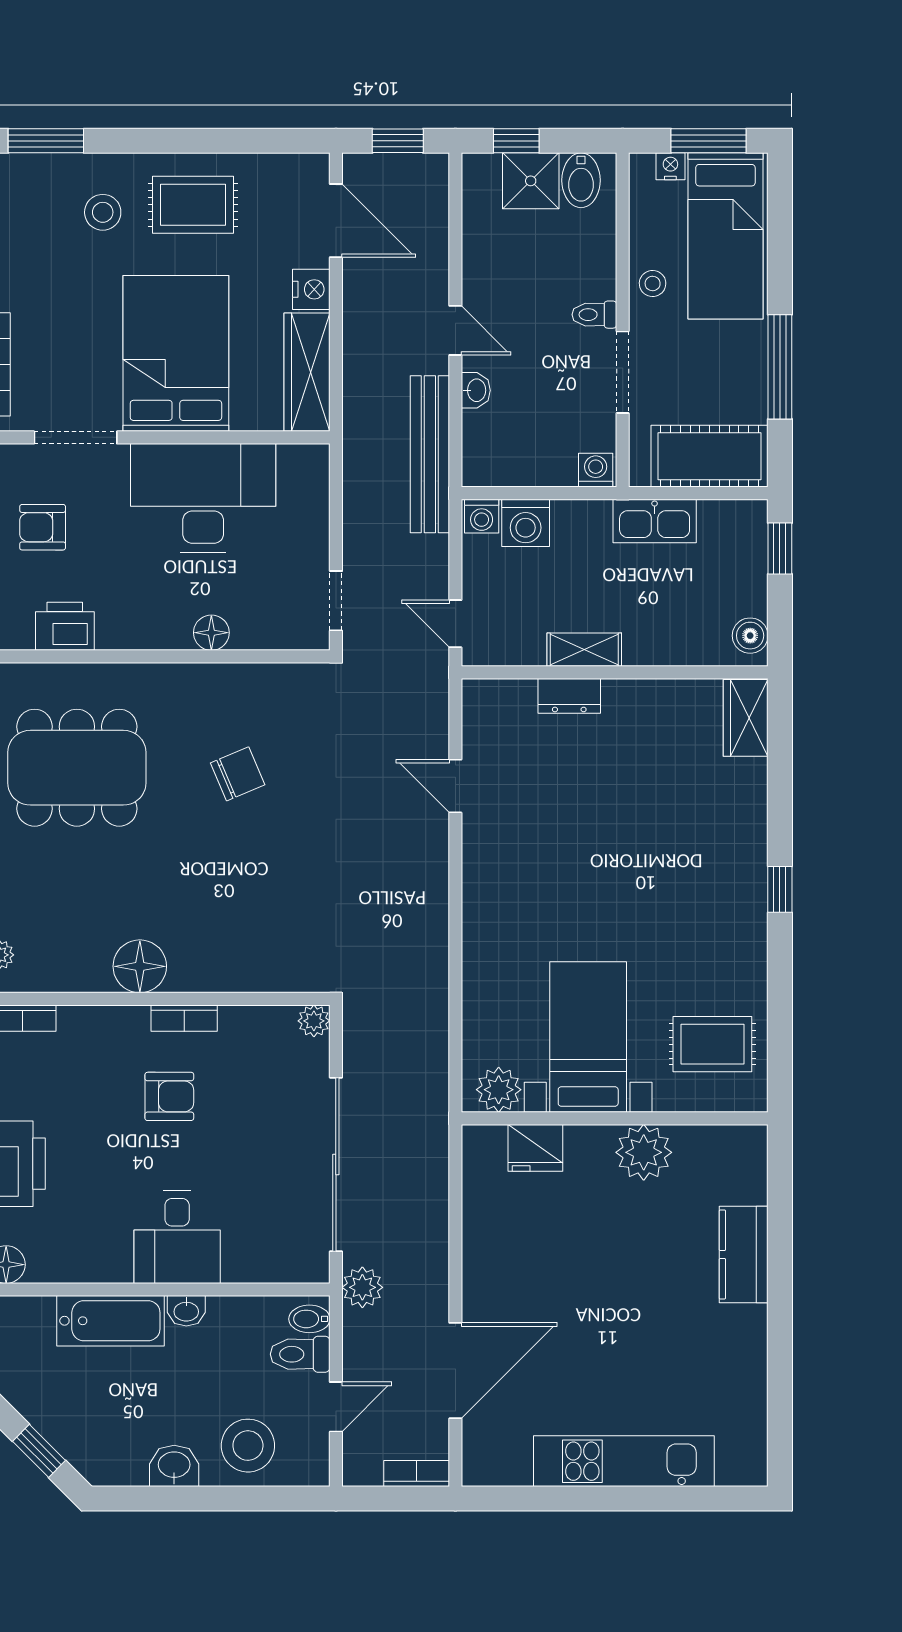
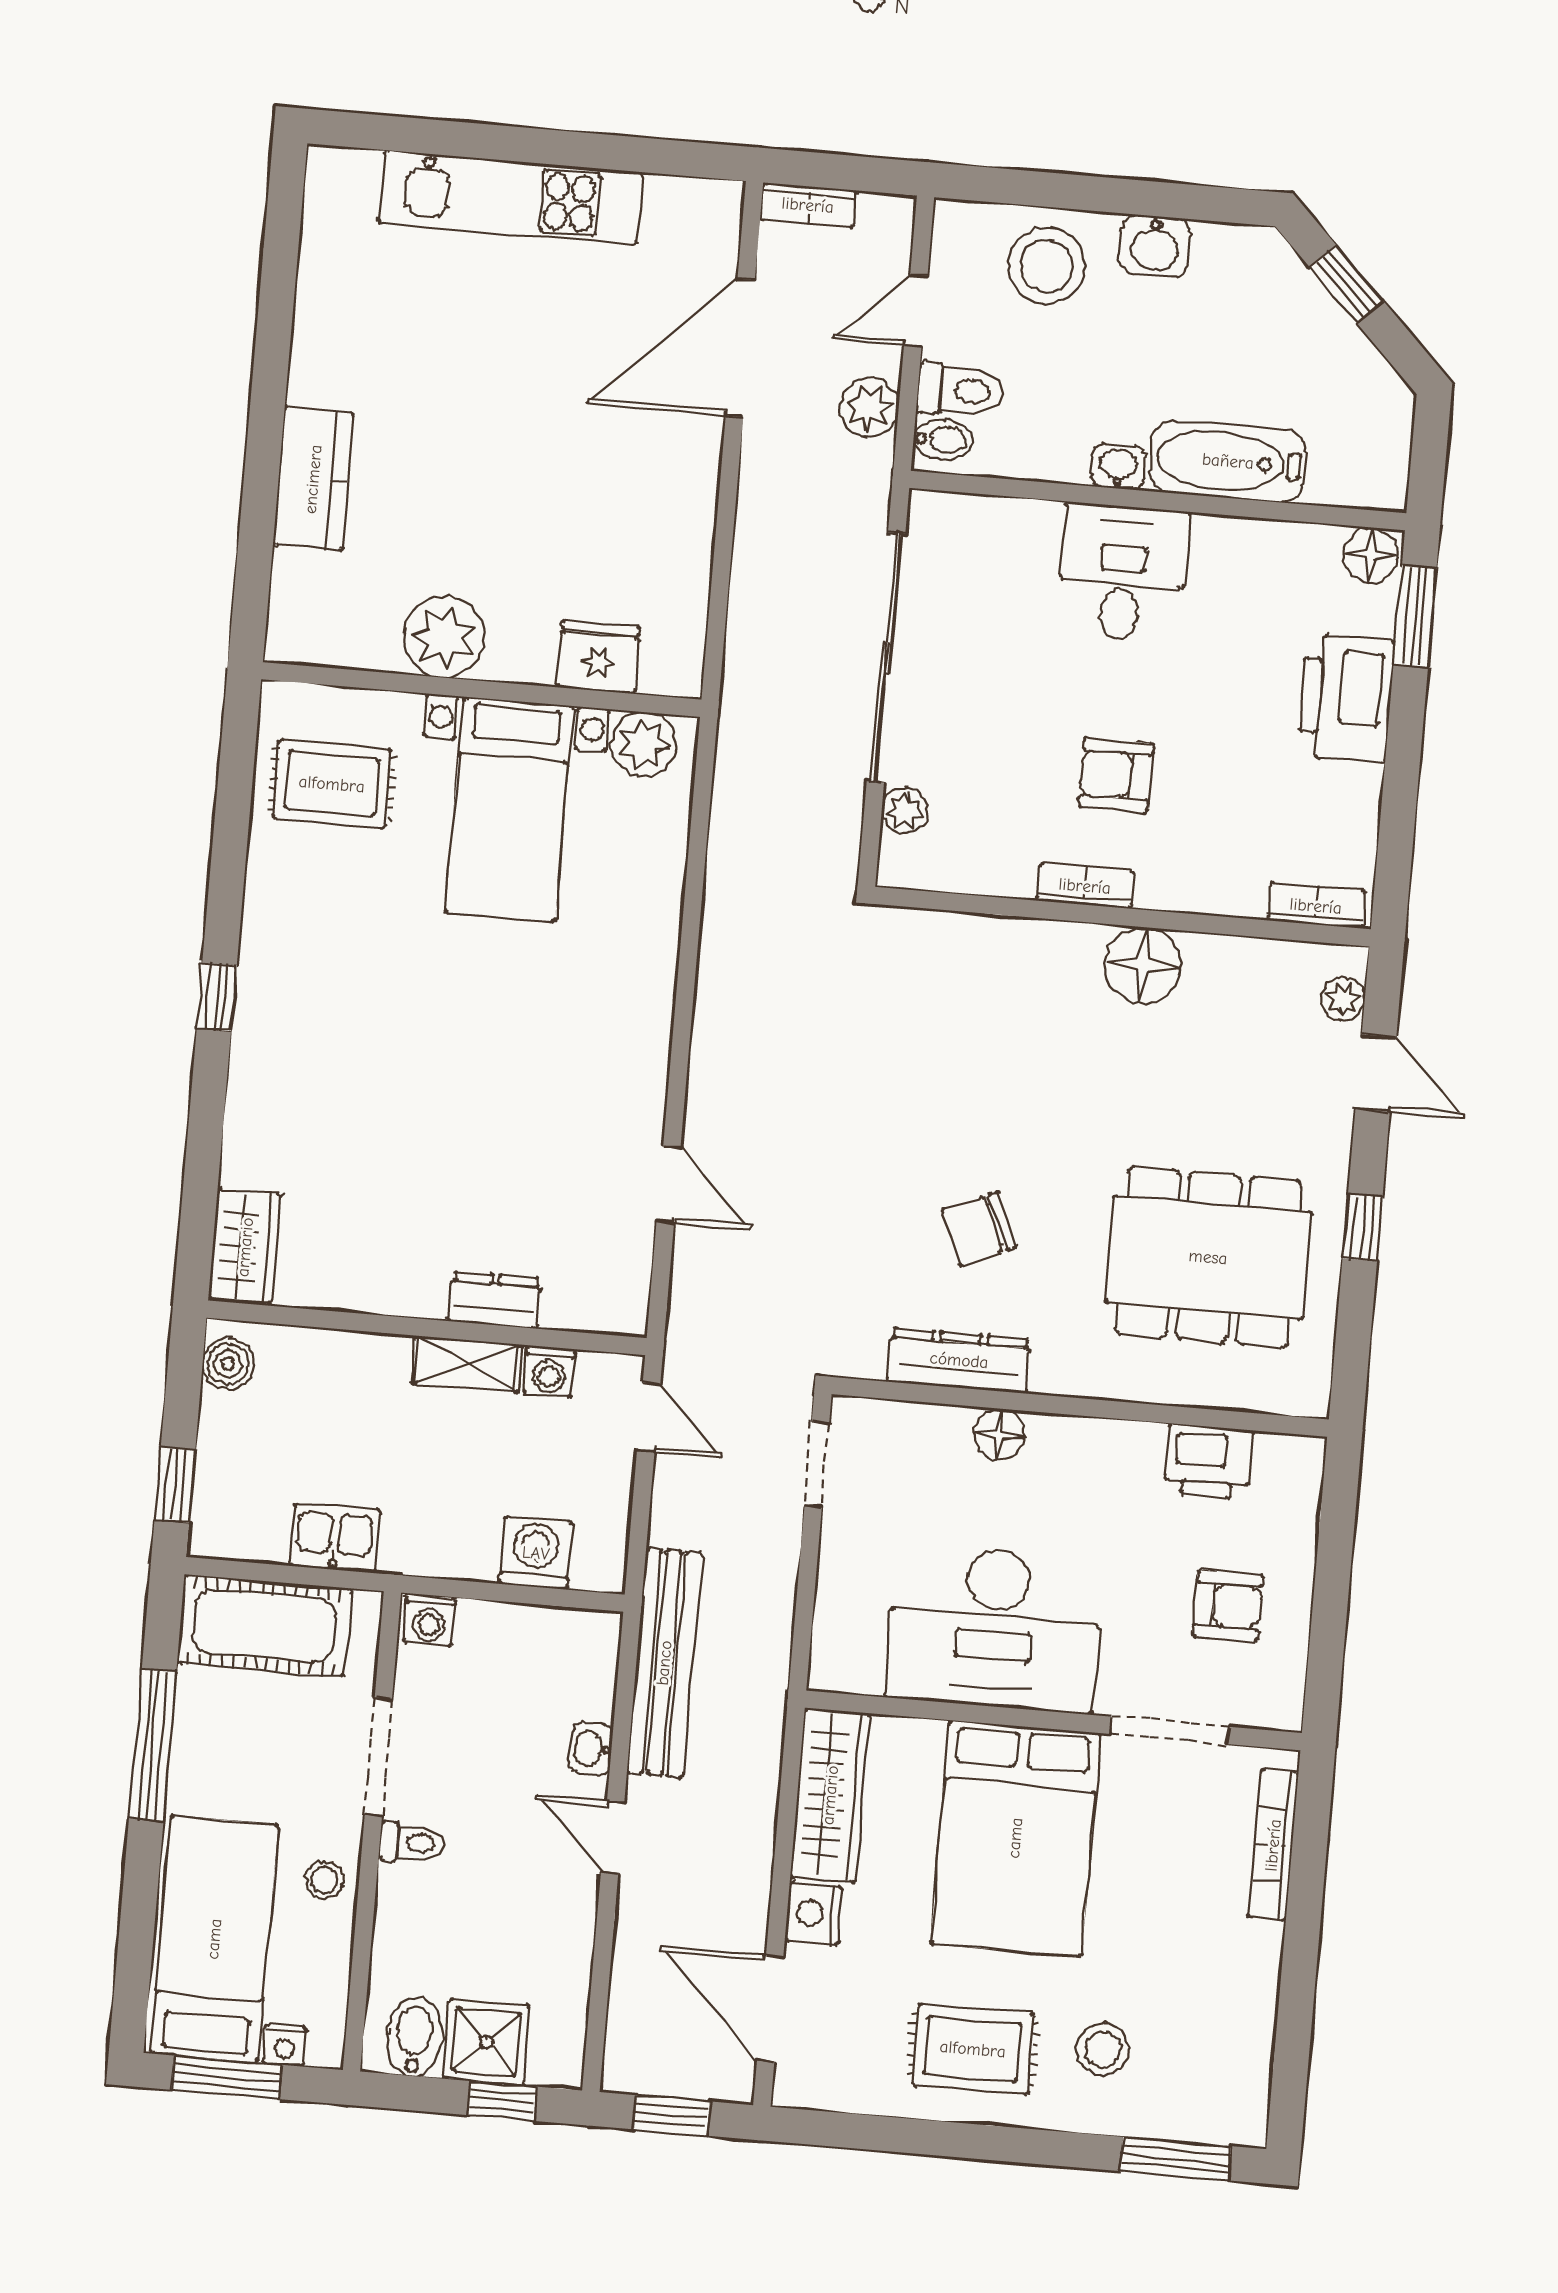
washing machine: (482, 516) -> (549, 1372), moved, turned 180
kitchen sink: (655, 521) -> (335, 1538), width x0.73
dresser: (244, 682) -> (959, 1360), added
plant: (314, 1021) -> (905, 810), moved
plant: (362, 1287) -> (869, 408), moved

